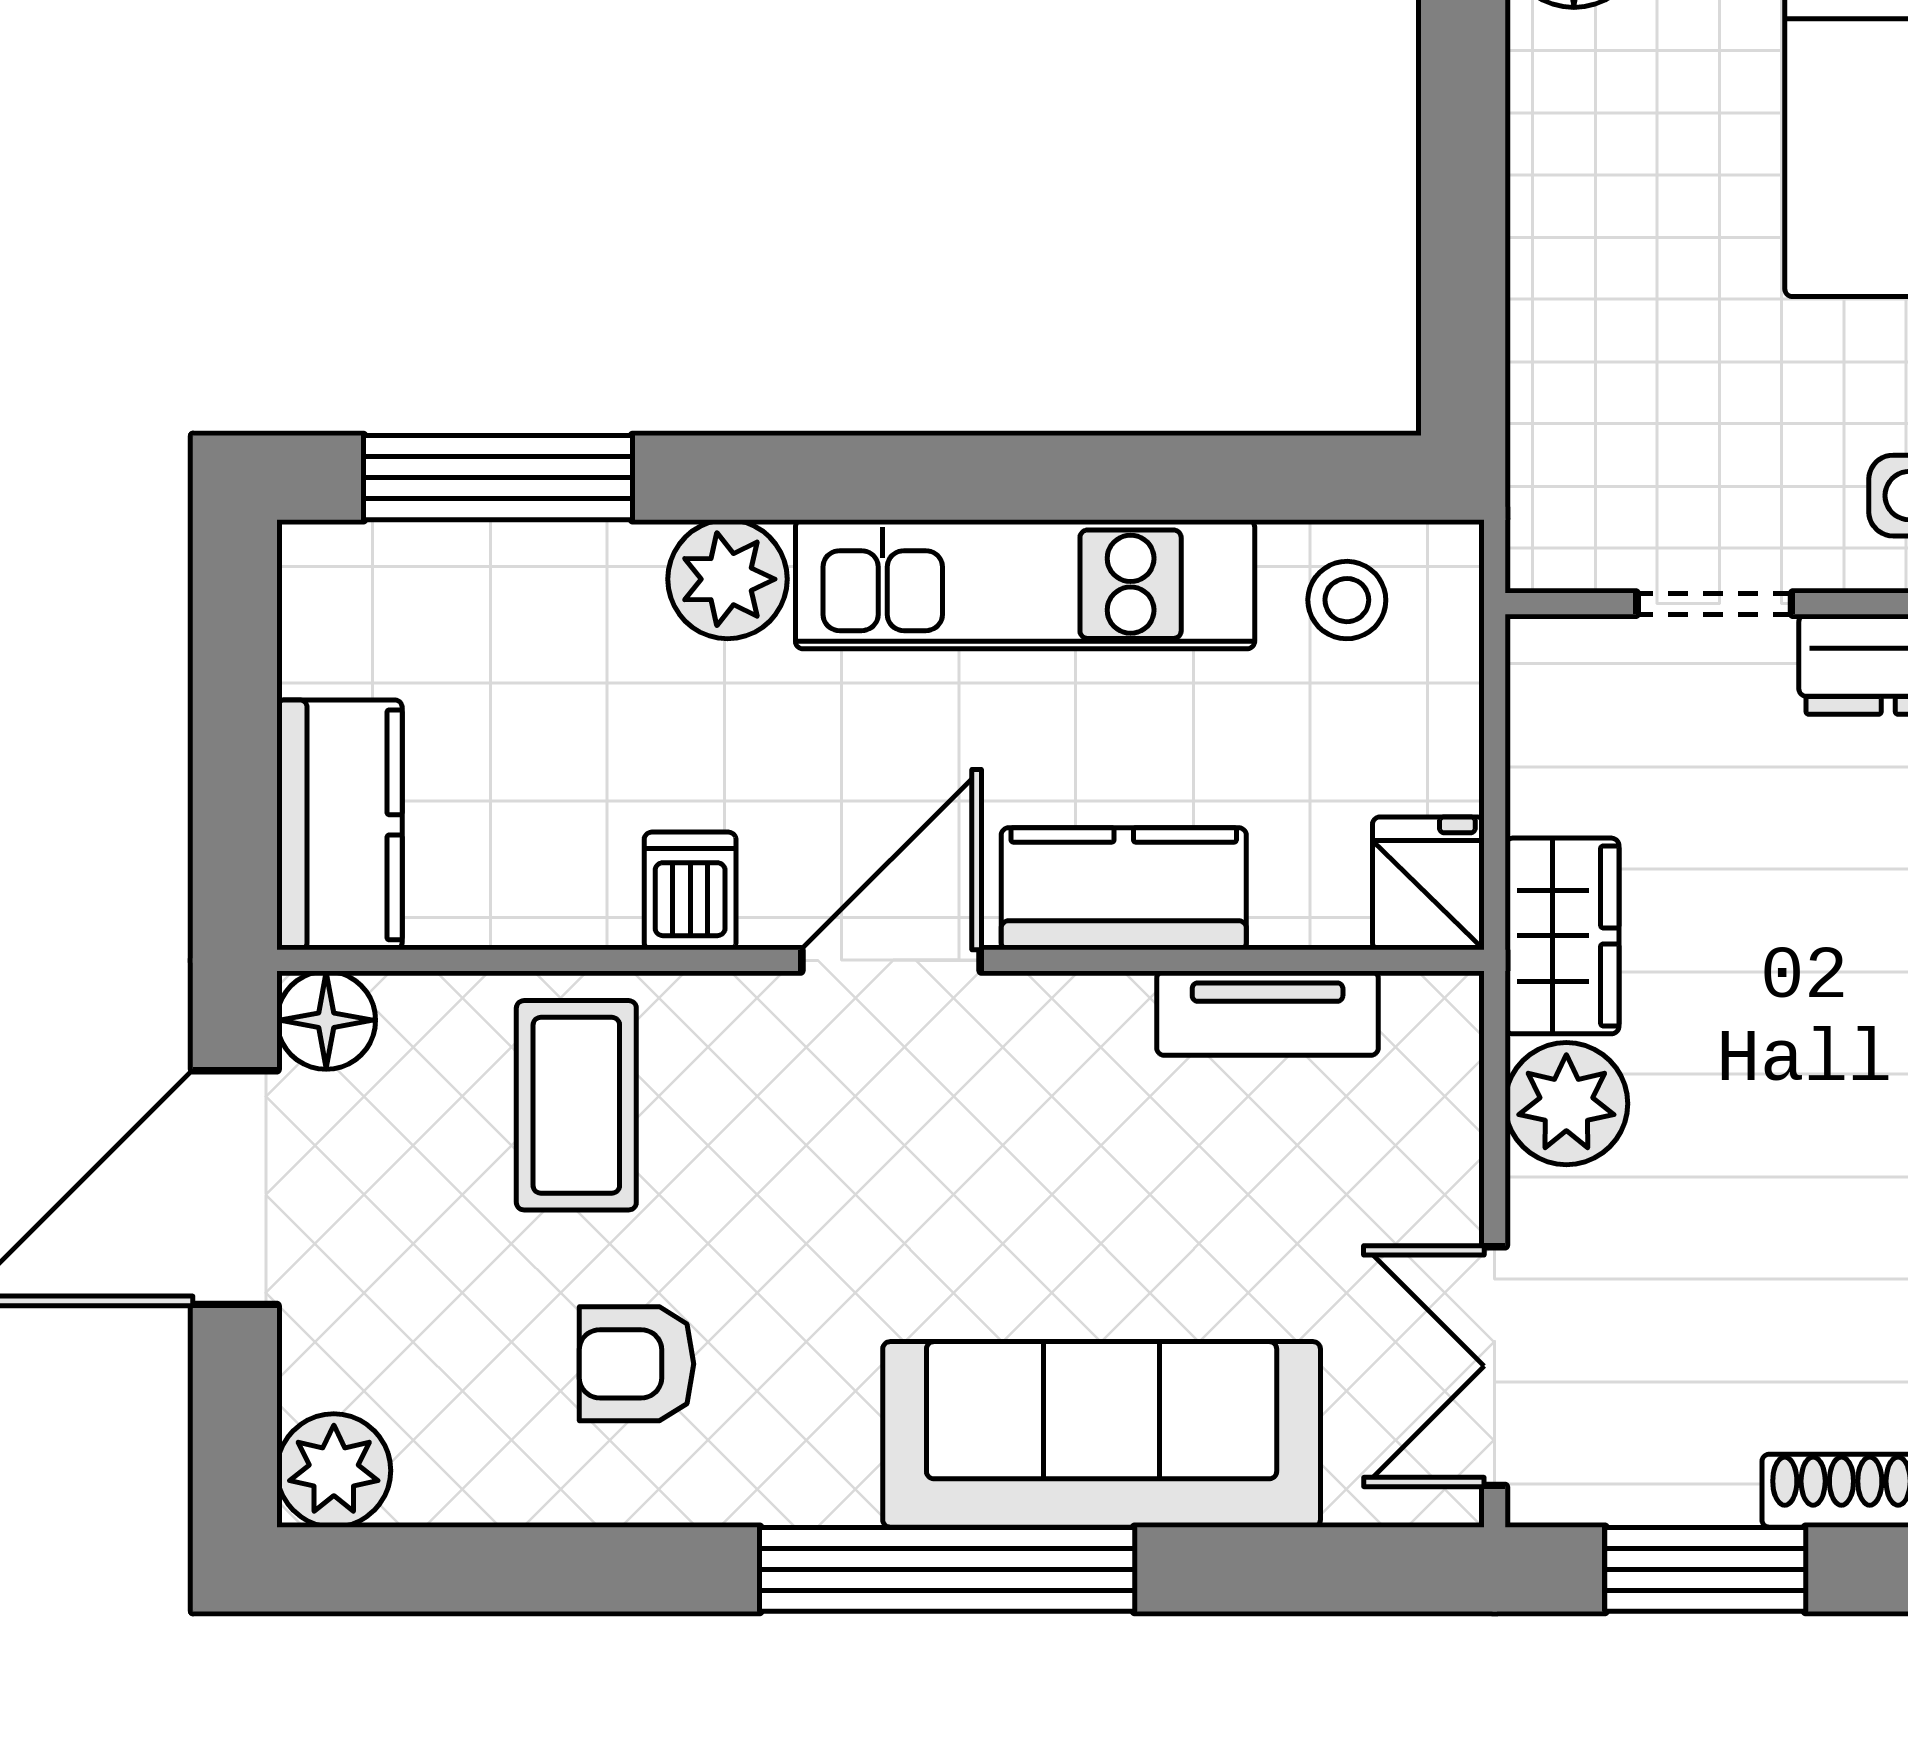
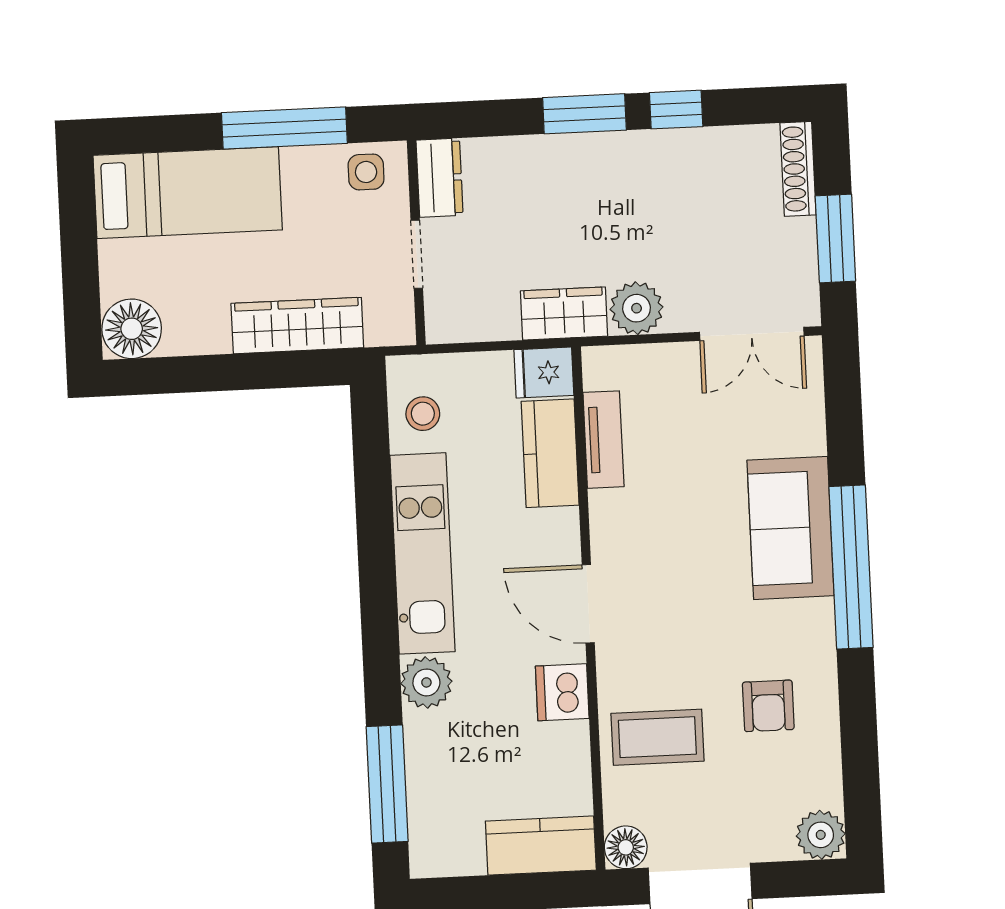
wardrobe: (1563, 321) -> (297, 326), added
kitchen counter: (1124, 889) -> (550, 453), moved
dishwasher: (690, 891) -> (562, 692), width x1.38
sofa: (1102, 1434) -> (791, 528), width x0.73

